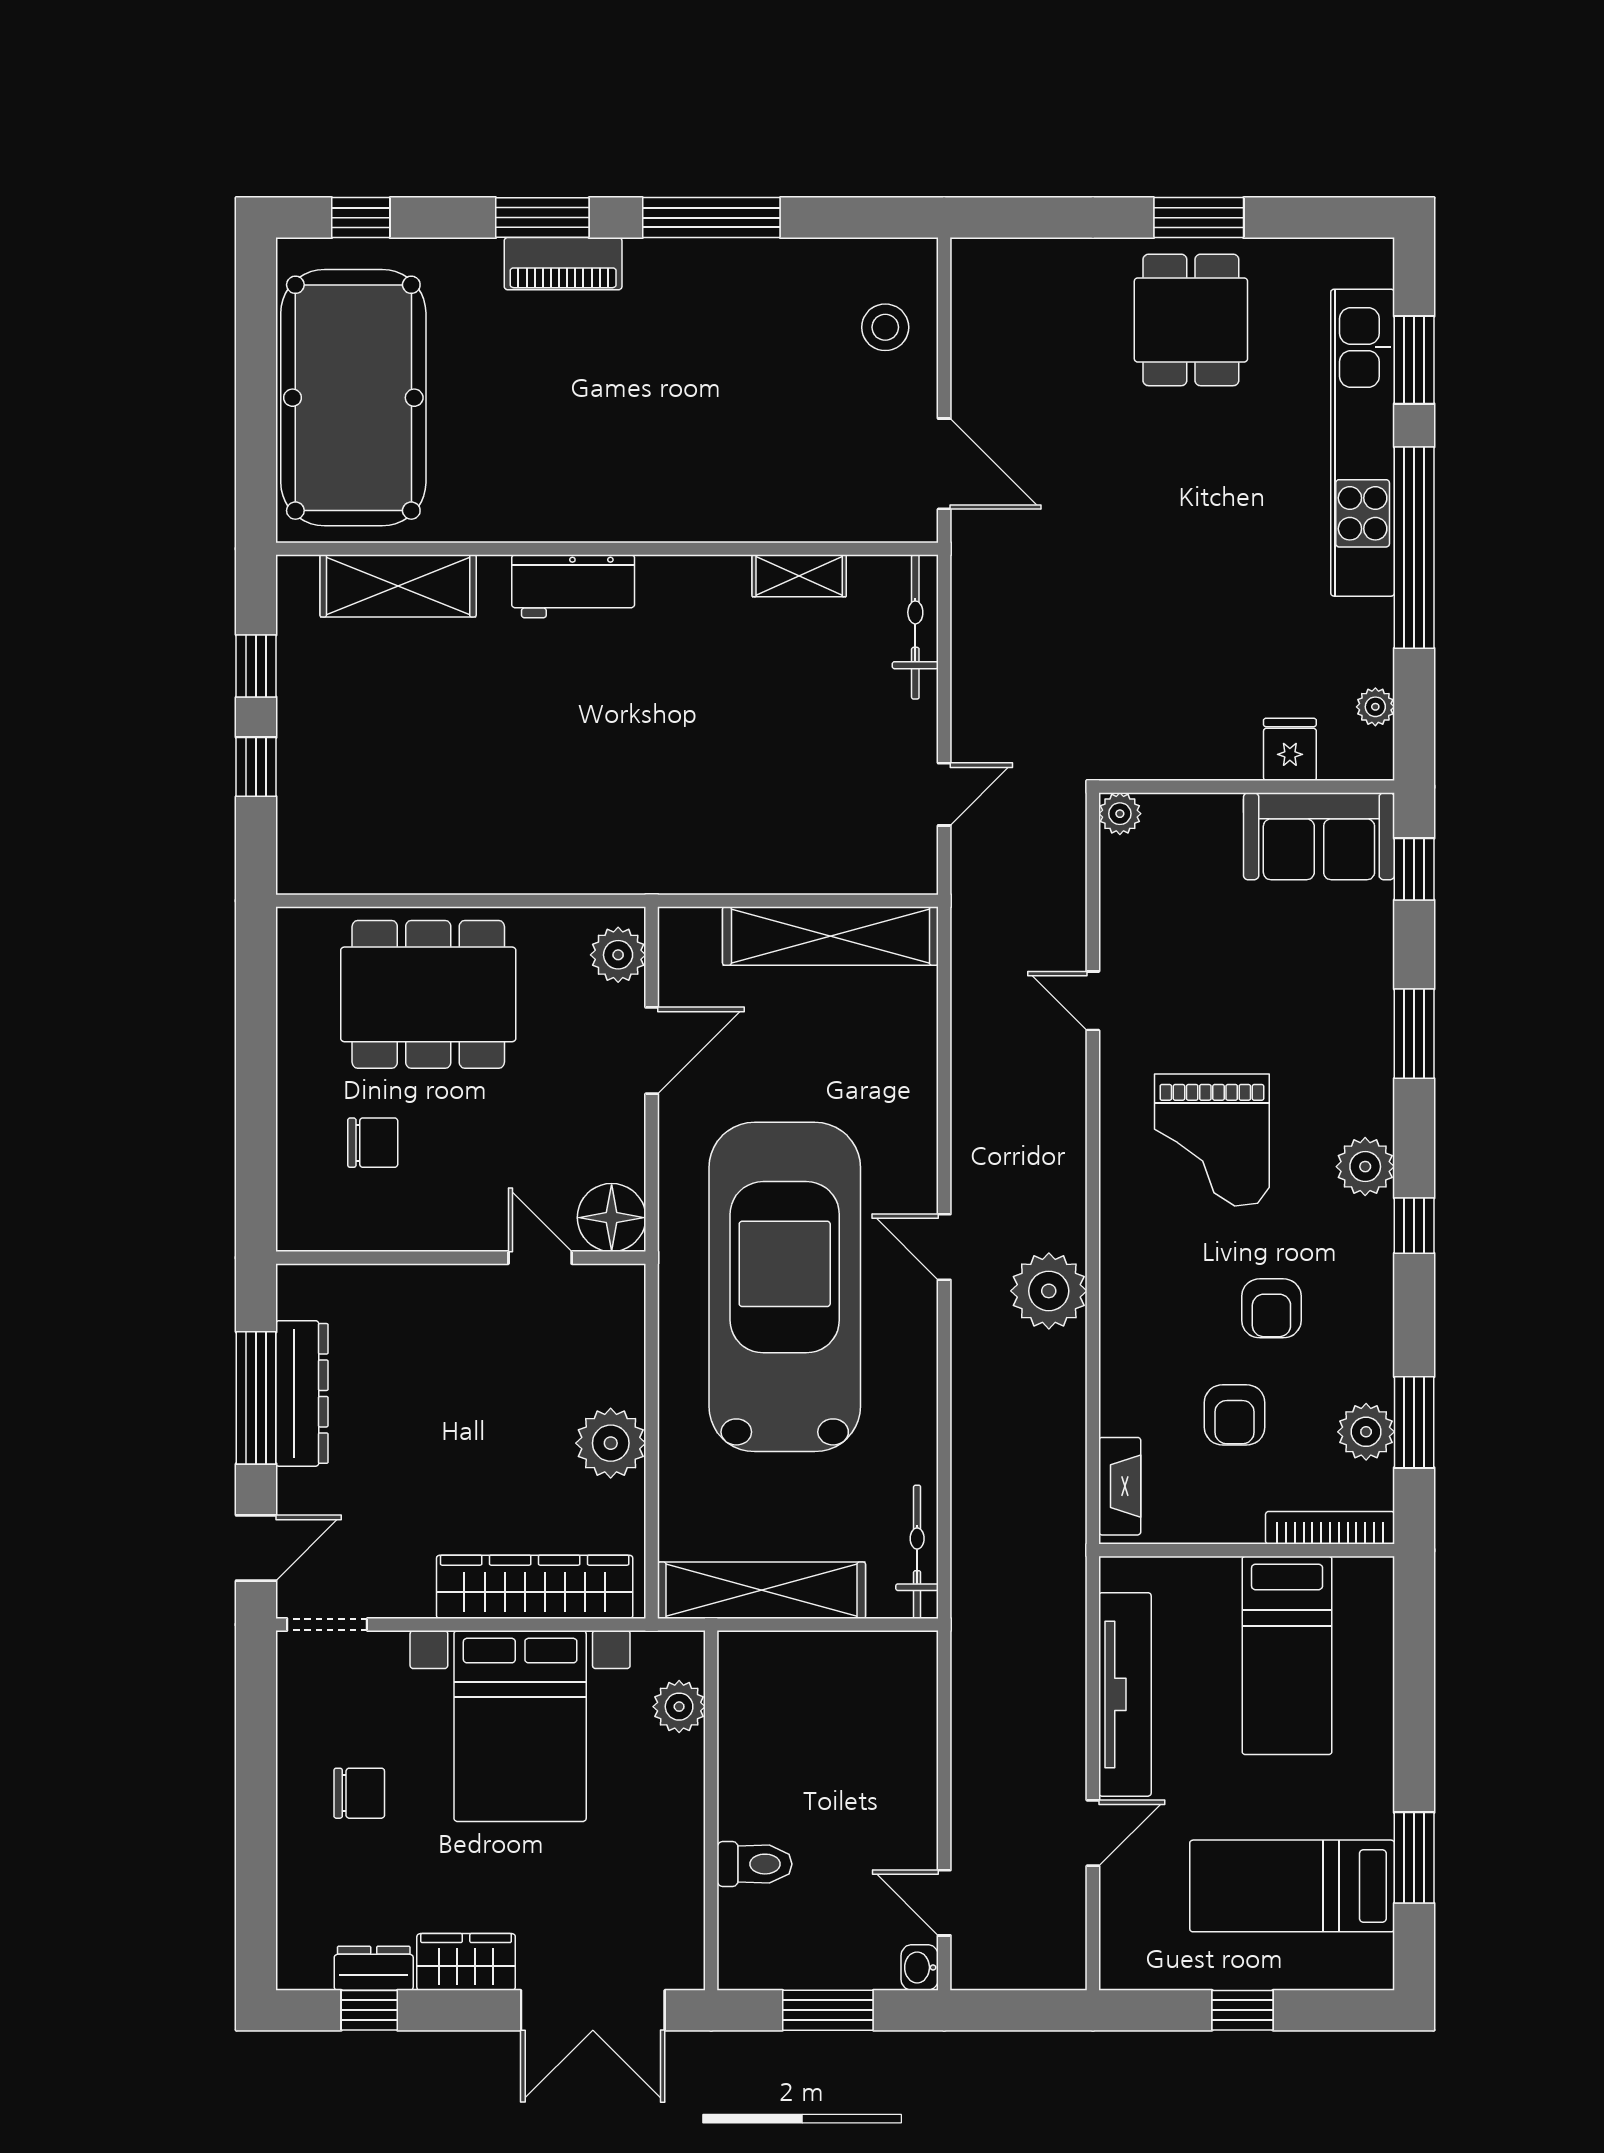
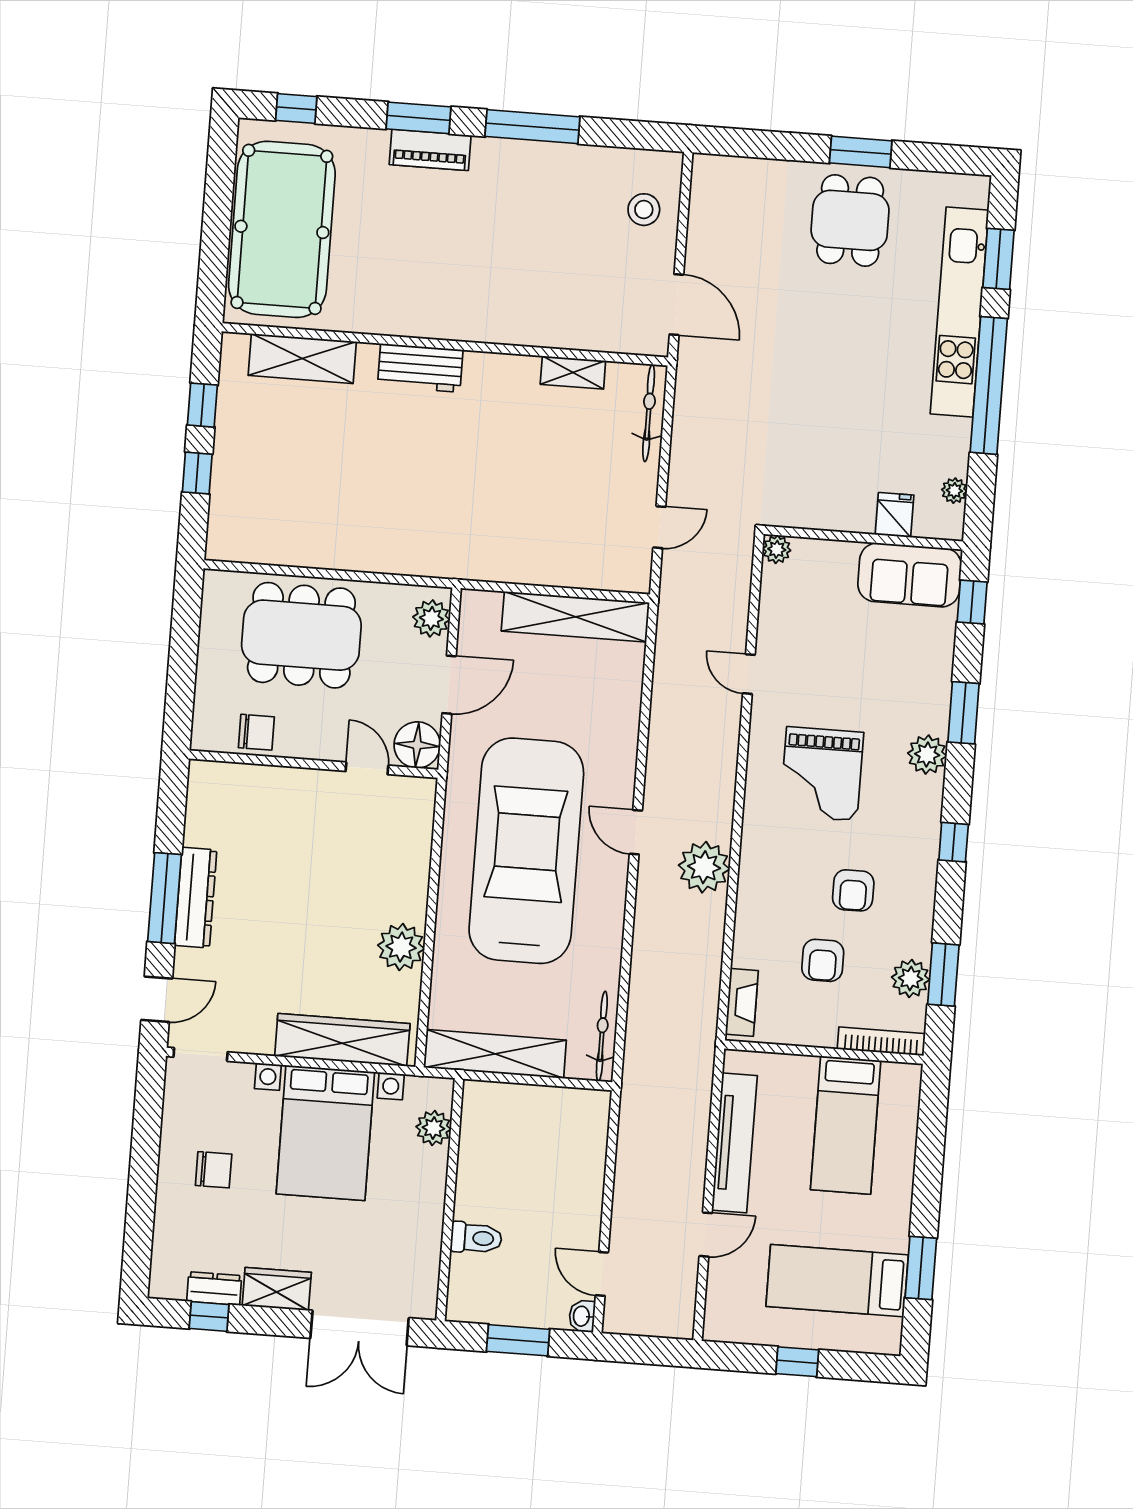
plant: (1365, 1167) -> (927, 755), moved
floor lamp: (612, 1218) -> (417, 745), moved
wall: (461, 1258) -> (314, 764), moved
door: (540, 1258) -> (367, 768), moved

